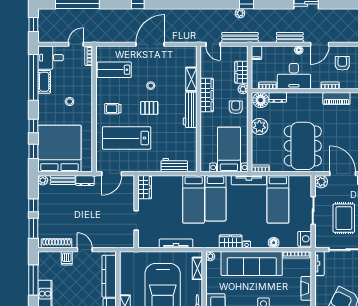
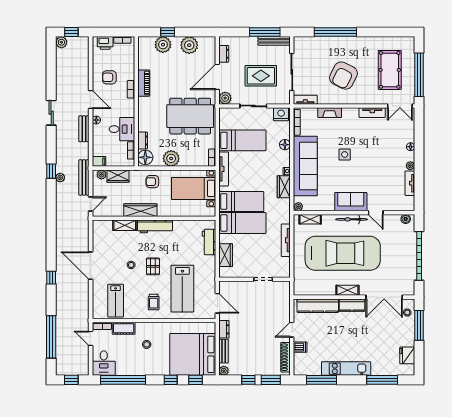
desk: (294, 76) -> (122, 129), width x0.73
cot: (44, 82) -> (124, 328), moved
plant: (243, 89) -> (101, 175), moved
wardrobe: (145, 187) -> (226, 255), moved, turned 90

